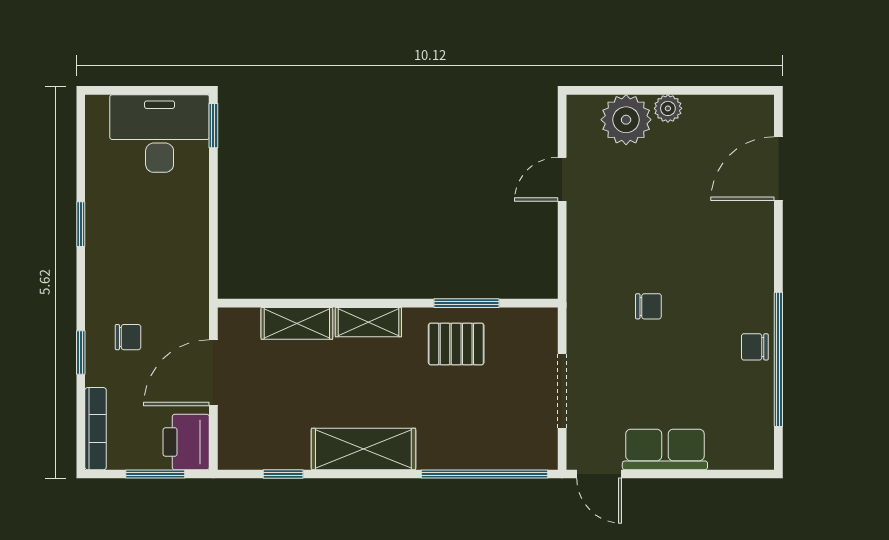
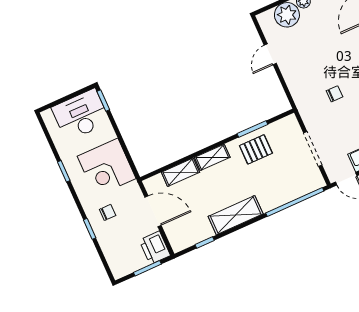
corner desk: (164, 253) -> (107, 167), added
door: (213, 373) -> (153, 211), swing flipped
bookcase: (96, 429) -> (111, 260), removed

